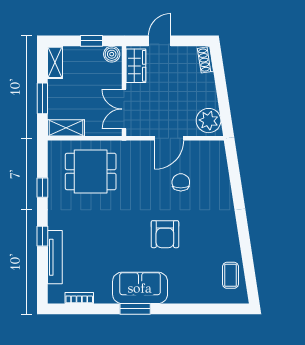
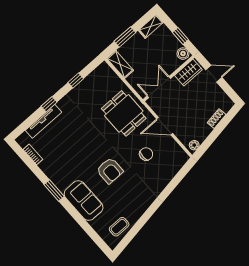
shoe rack: (205, 60) -> (217, 119), moved
plant: (209, 121) -> (194, 145), width x0.53, depth x0.53
dining table: (91, 172) -> (124, 113), moved
armchair: (165, 234) -> (110, 171), turned -90
sofa: (140, 288) -> (84, 201), moved

